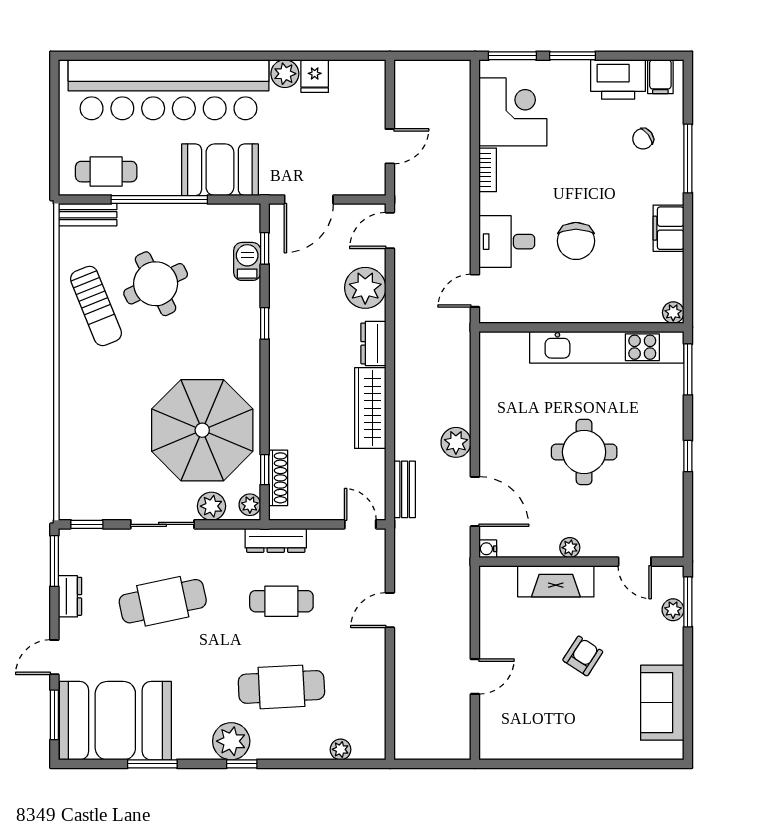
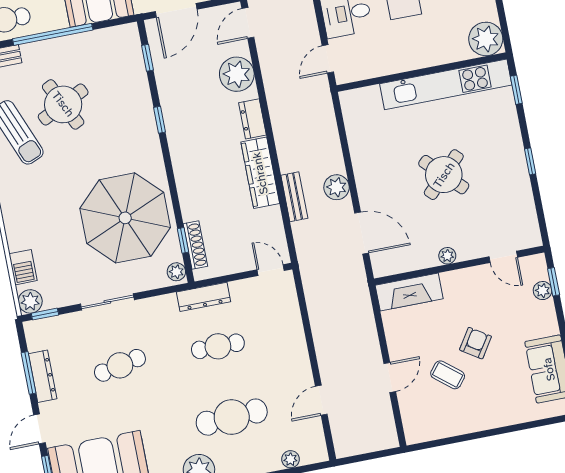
barbecue: (247, 261) -> (23, 267), moved, turned 180
plant: (673, 313) -> (486, 39), width x1.87, depth x1.87
window: (688, 369) -> (516, 90), width x0.67
round table: (584, 452) -> (444, 175), turned 45
bench: (405, 489) -> (294, 197), moved
plant: (211, 506) -> (30, 301), moved
water cooler: (488, 549) -> (380, 270), removed
window: (54, 561) -> (29, 373), moved
fireplace: (556, 581) -> (409, 292), moved
dresser: (70, 596) -> (43, 376), width x1.44
cafe table: (163, 601) -> (120, 365), width x0.73, depth x0.74
window: (688, 602) -> (554, 282), width x0.67
door: (390, 610) -> (321, 400), moved
coffee table: (543, 687) -> (448, 375), added

